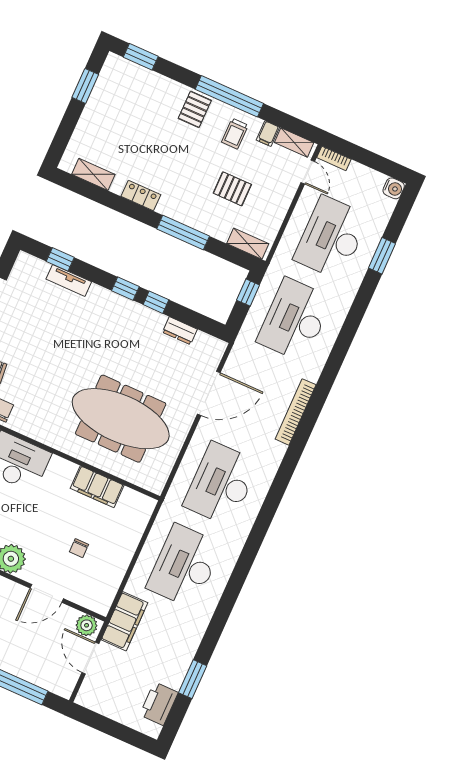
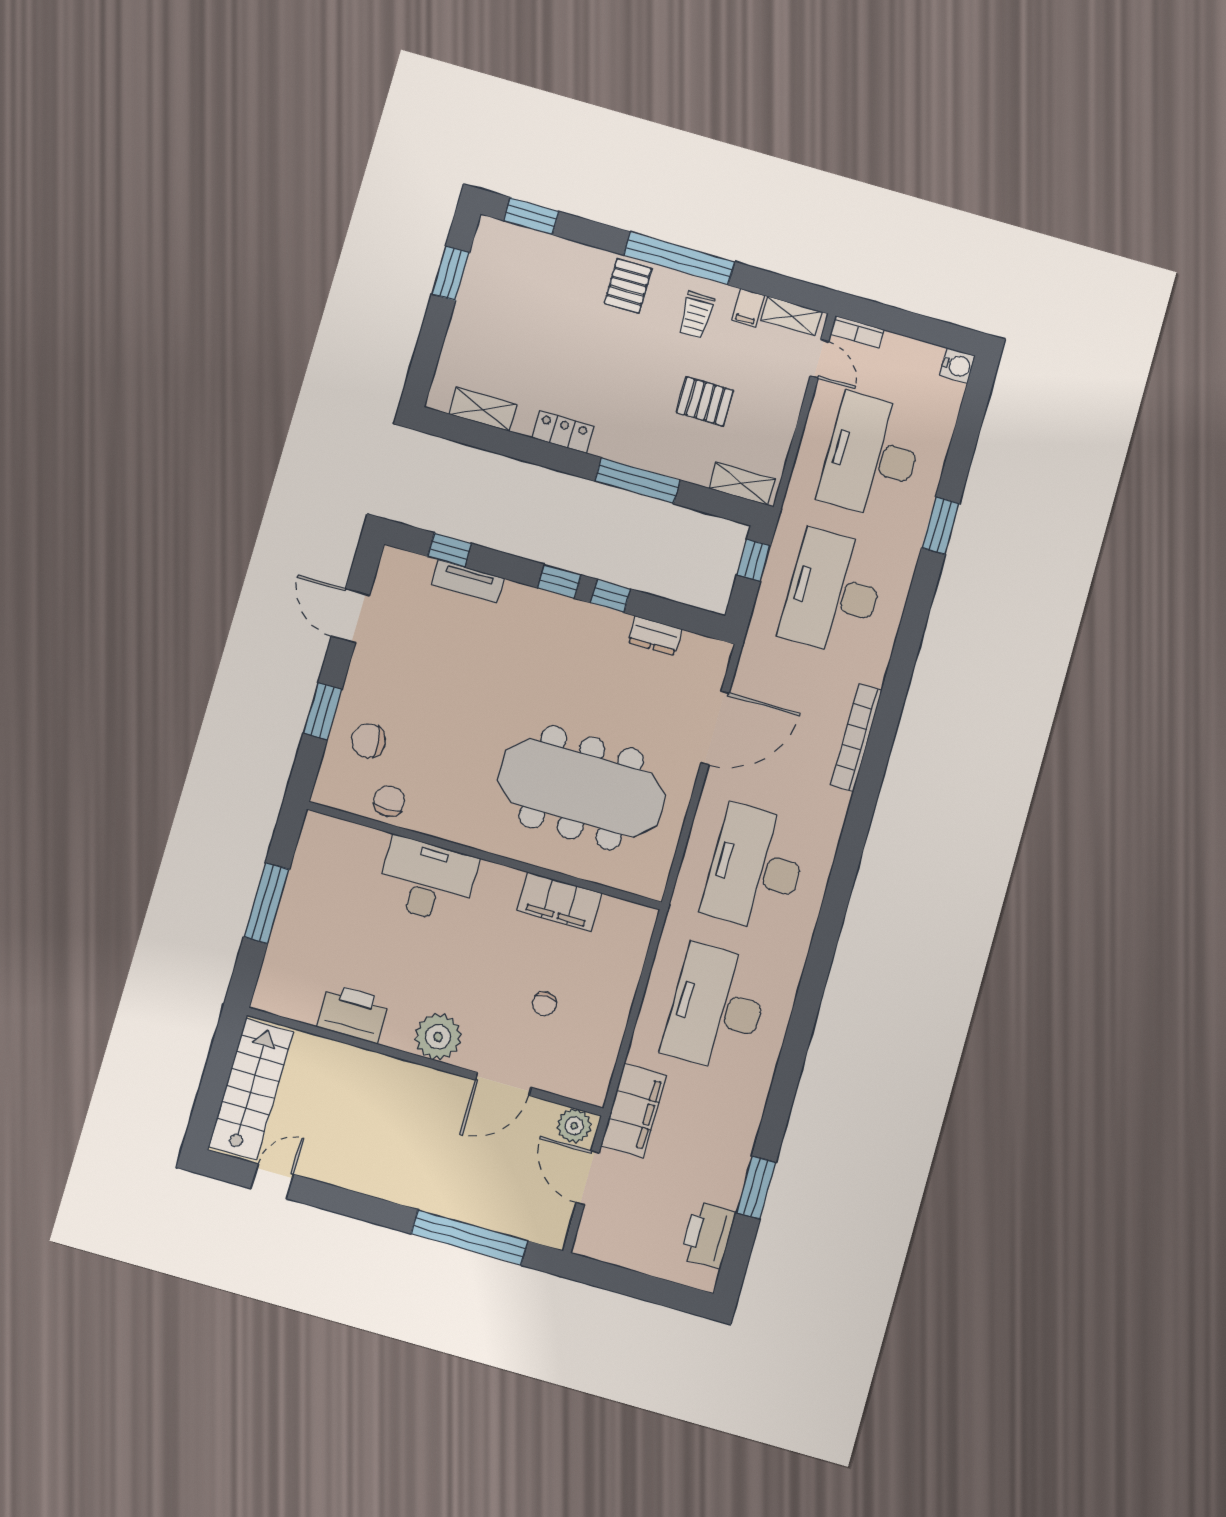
window: (382, 256) -> (940, 526), moved

